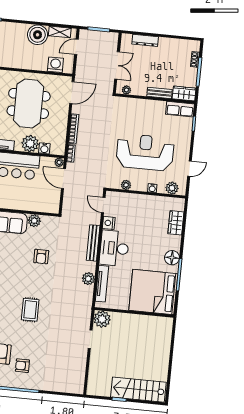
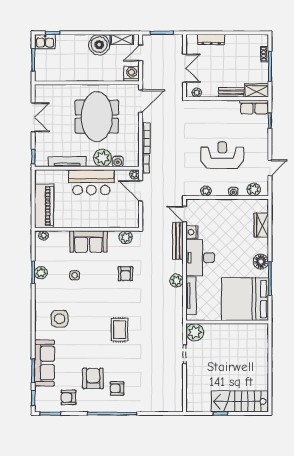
washing machine: (55, 65) -> (132, 74), moved
reception desk: (145, 152) -> (222, 155), width x0.74, depth x0.77
plant: (34, 221) -> (126, 237), moved
bench: (93, 243) -> (178, 241), moved
plant: (88, 279) -> (176, 281), moved

